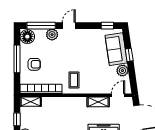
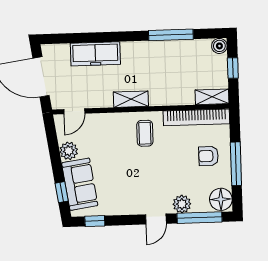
window: (129, 55) -> (62, 192), moved
shelving: (98, 102) -> (131, 99), moved

